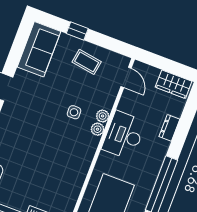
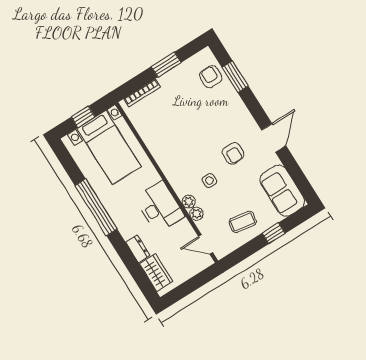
wardrobe: (174, 84) -> (156, 273), moved, turned 90
armchair: (39, 110) -> (233, 153), added
plant: (97, 129) -> (196, 214), moved

